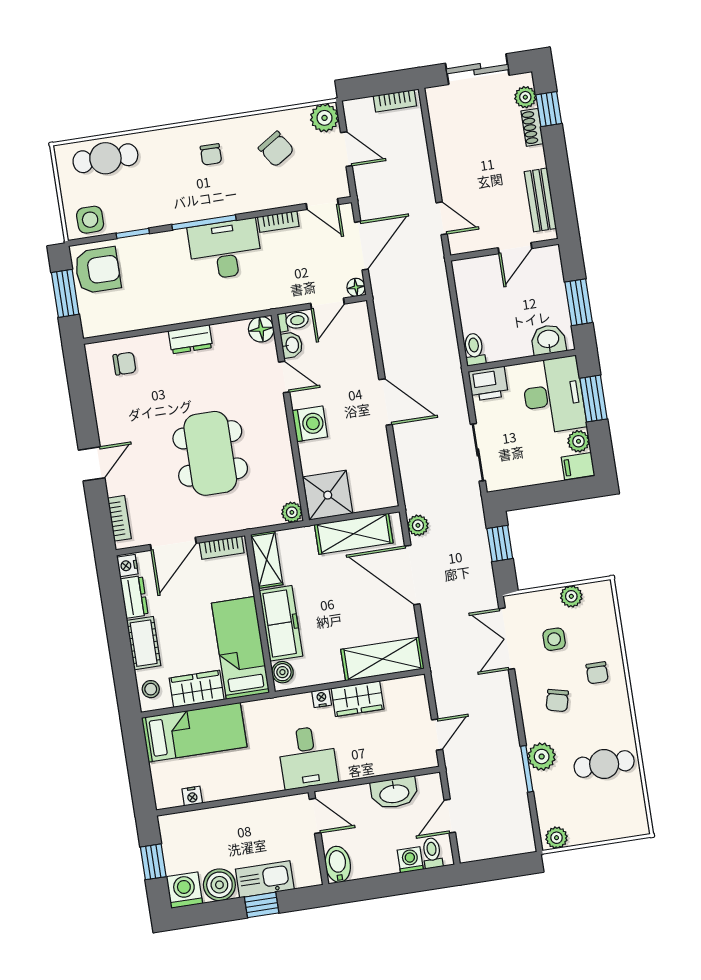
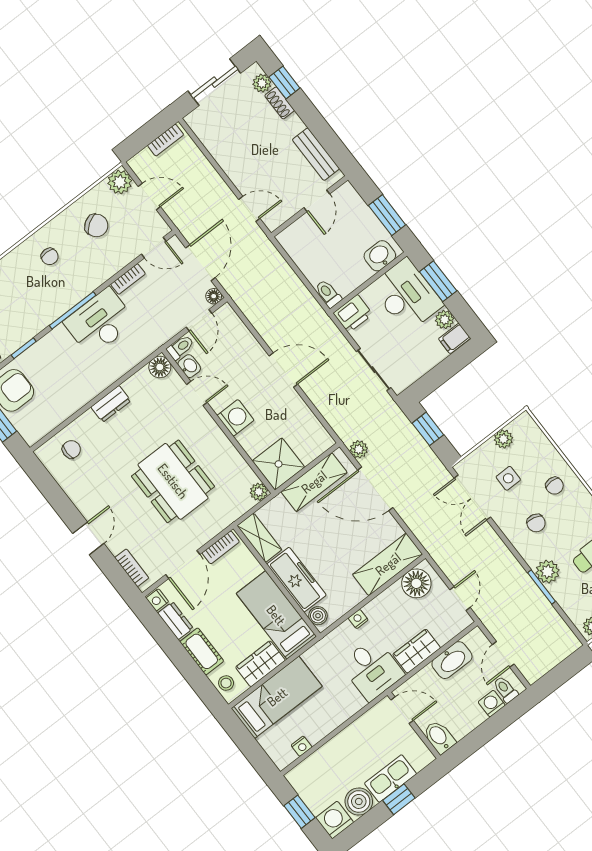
floor lamp: (401, 695) -> (416, 583), added
wardrobe: (358, 699) -> (417, 651), moved, turned 180

